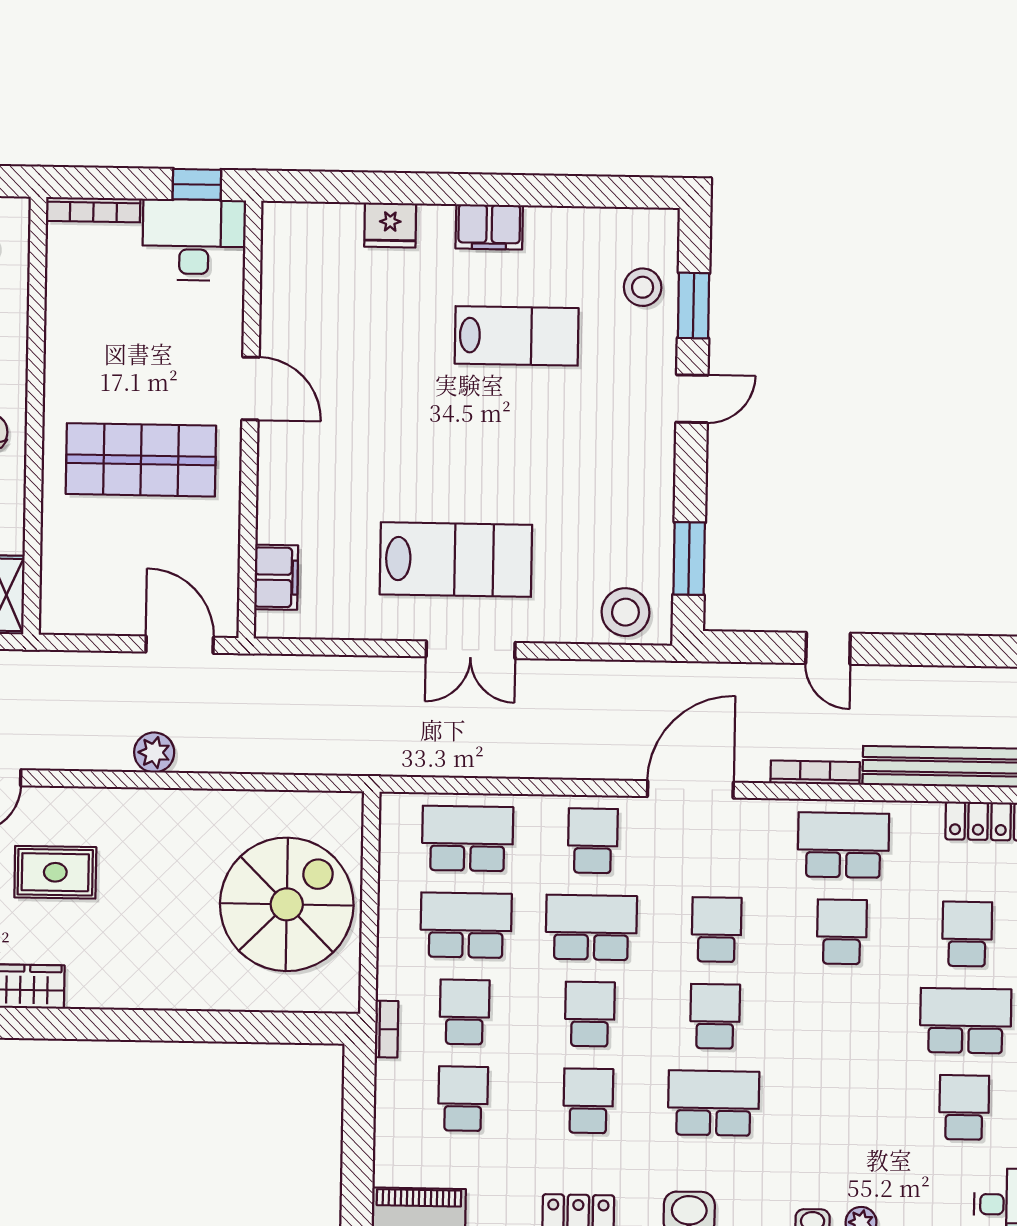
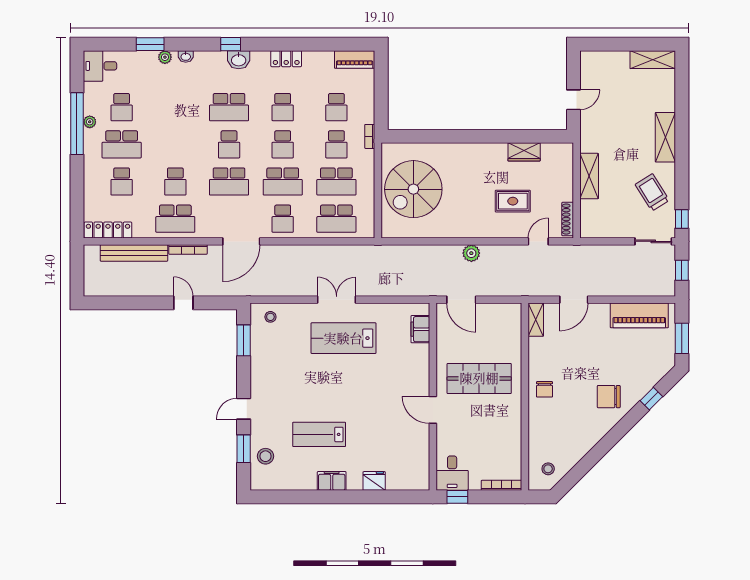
desk: (194, 240) -> (452, 473), width x0.73
stool: (625, 612) -> (270, 317), width x0.53, depth x0.53
school desk: (717, 930) -> (229, 182), width x1.85

